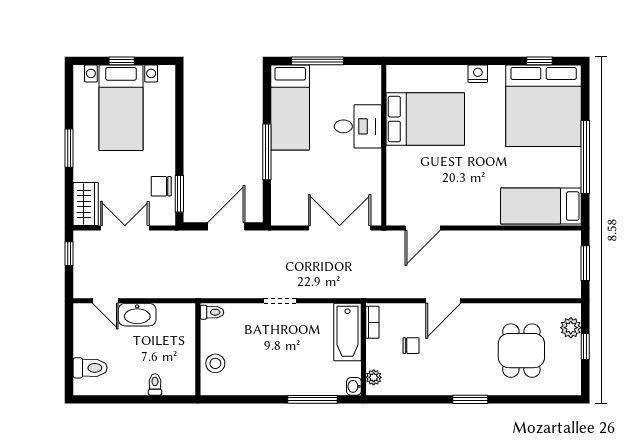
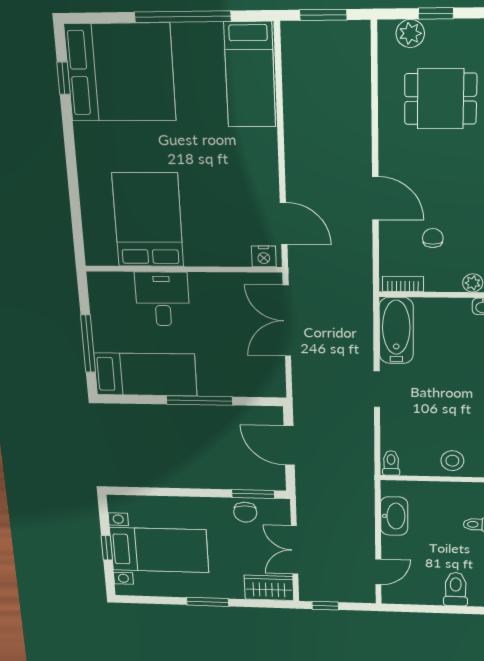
nightstand: (478, 74) -> (264, 256), moved, turned -90
washbasin: (137, 315) -> (394, 516), moved
bathtub: (347, 332) -> (396, 331), moved, turned -90

